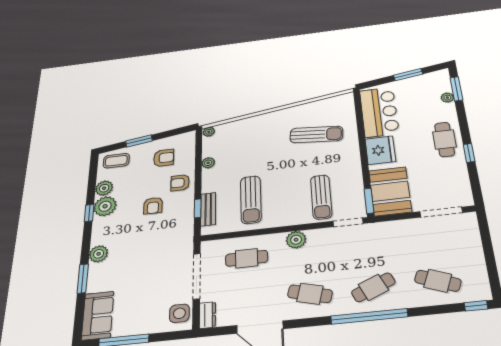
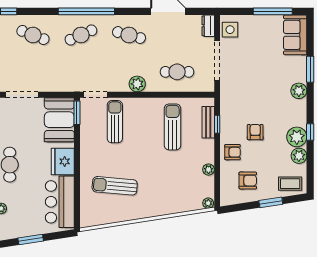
armchair: (164, 158) -> (248, 181), turned 180

